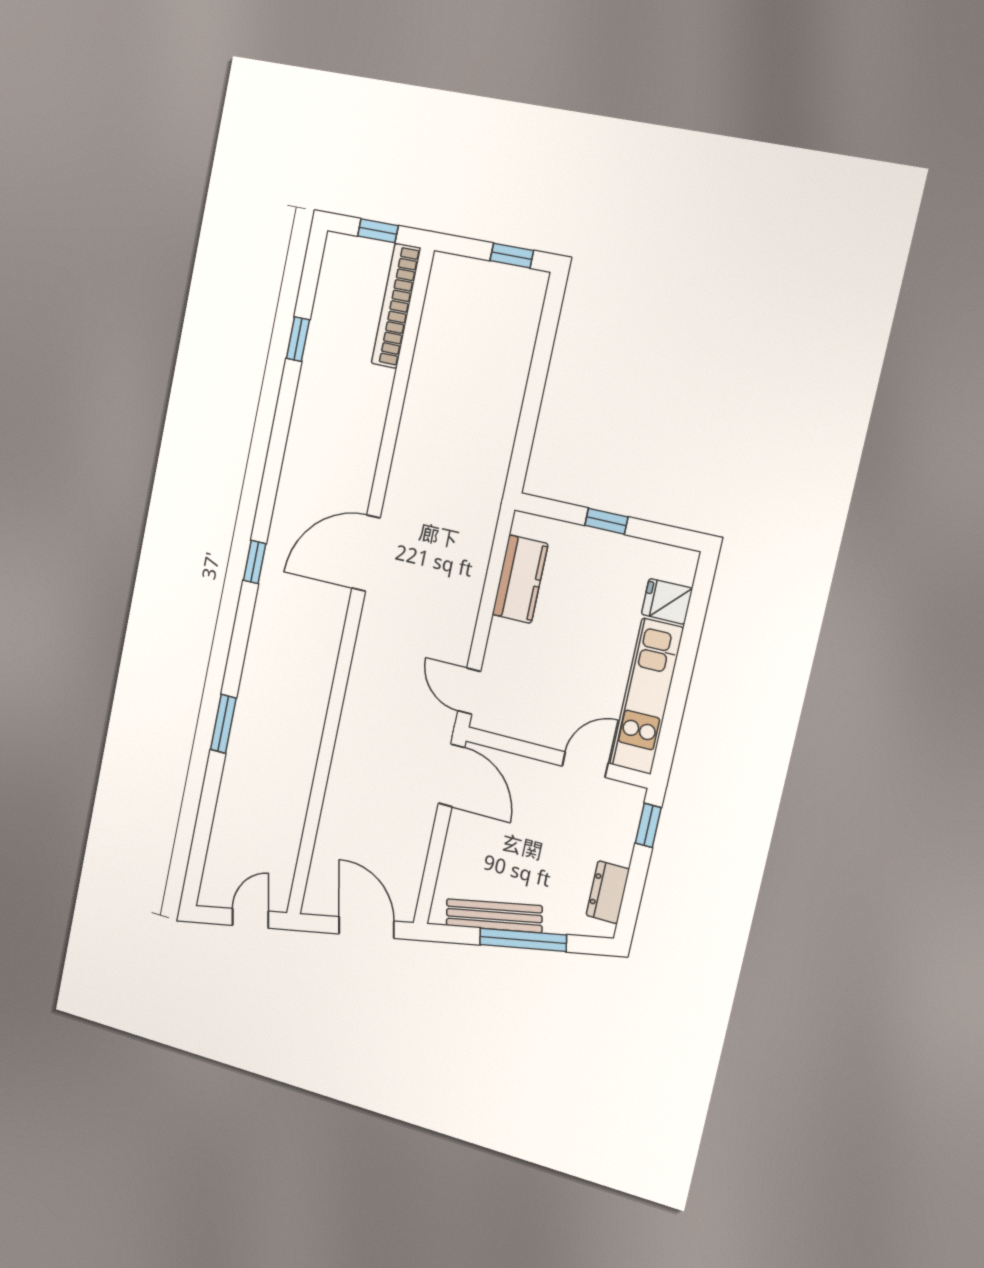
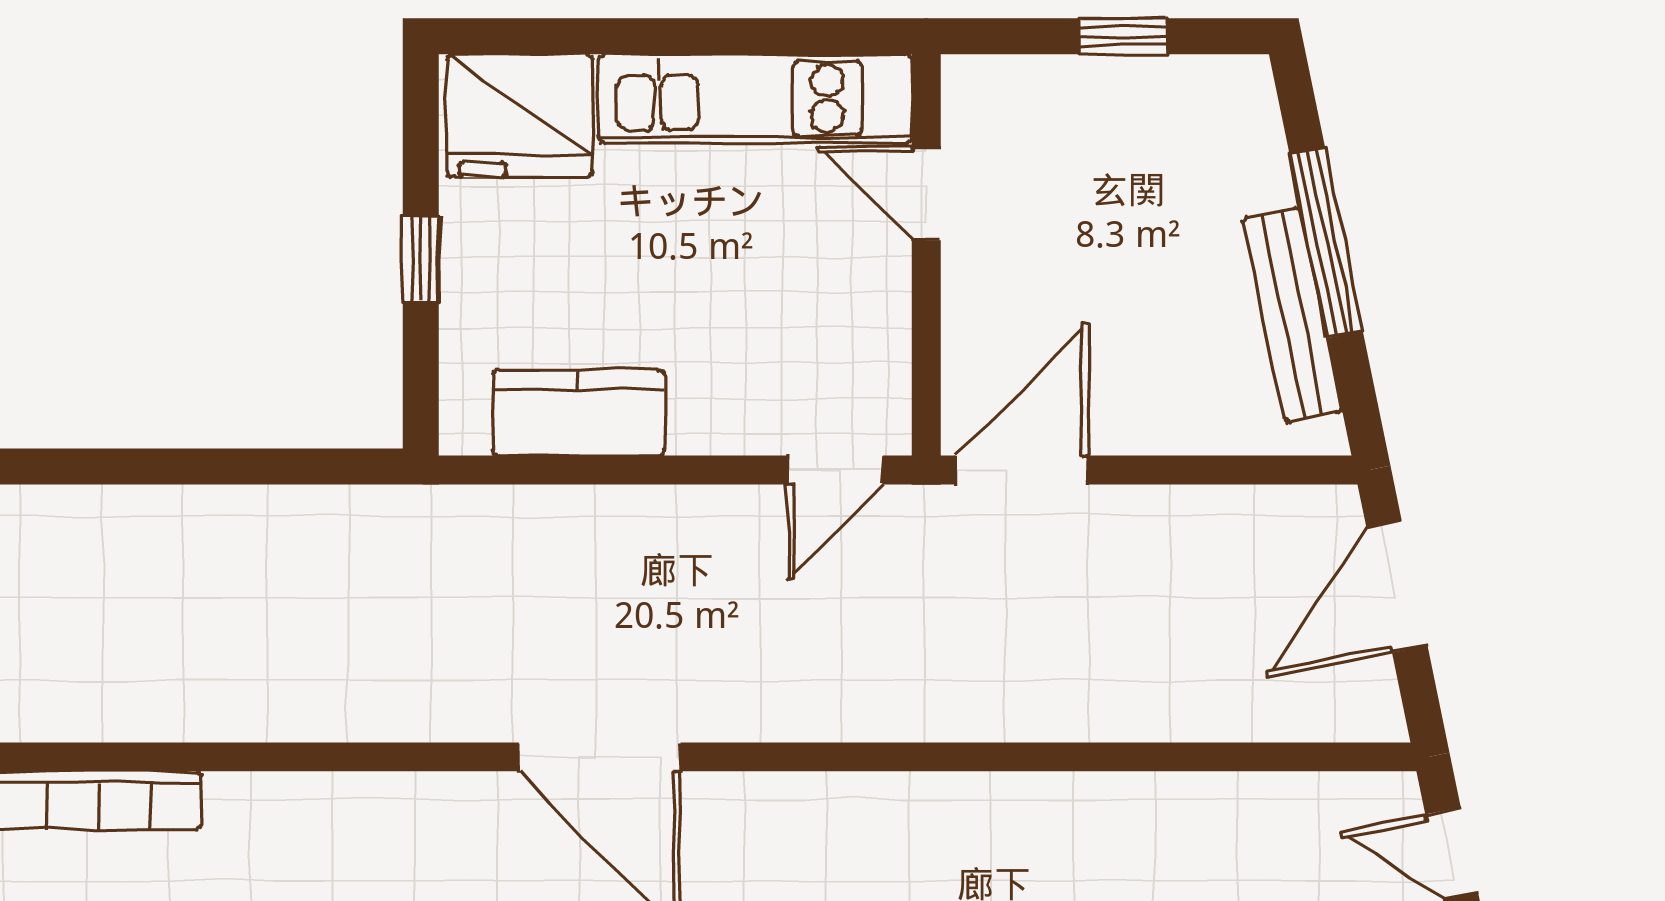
fridge: (667, 601) -> (520, 116), width x1.88, depth x1.34
window: (648, 825) -> (1123, 36), moved
dresser: (608, 892) -> (1177, 88), removed

